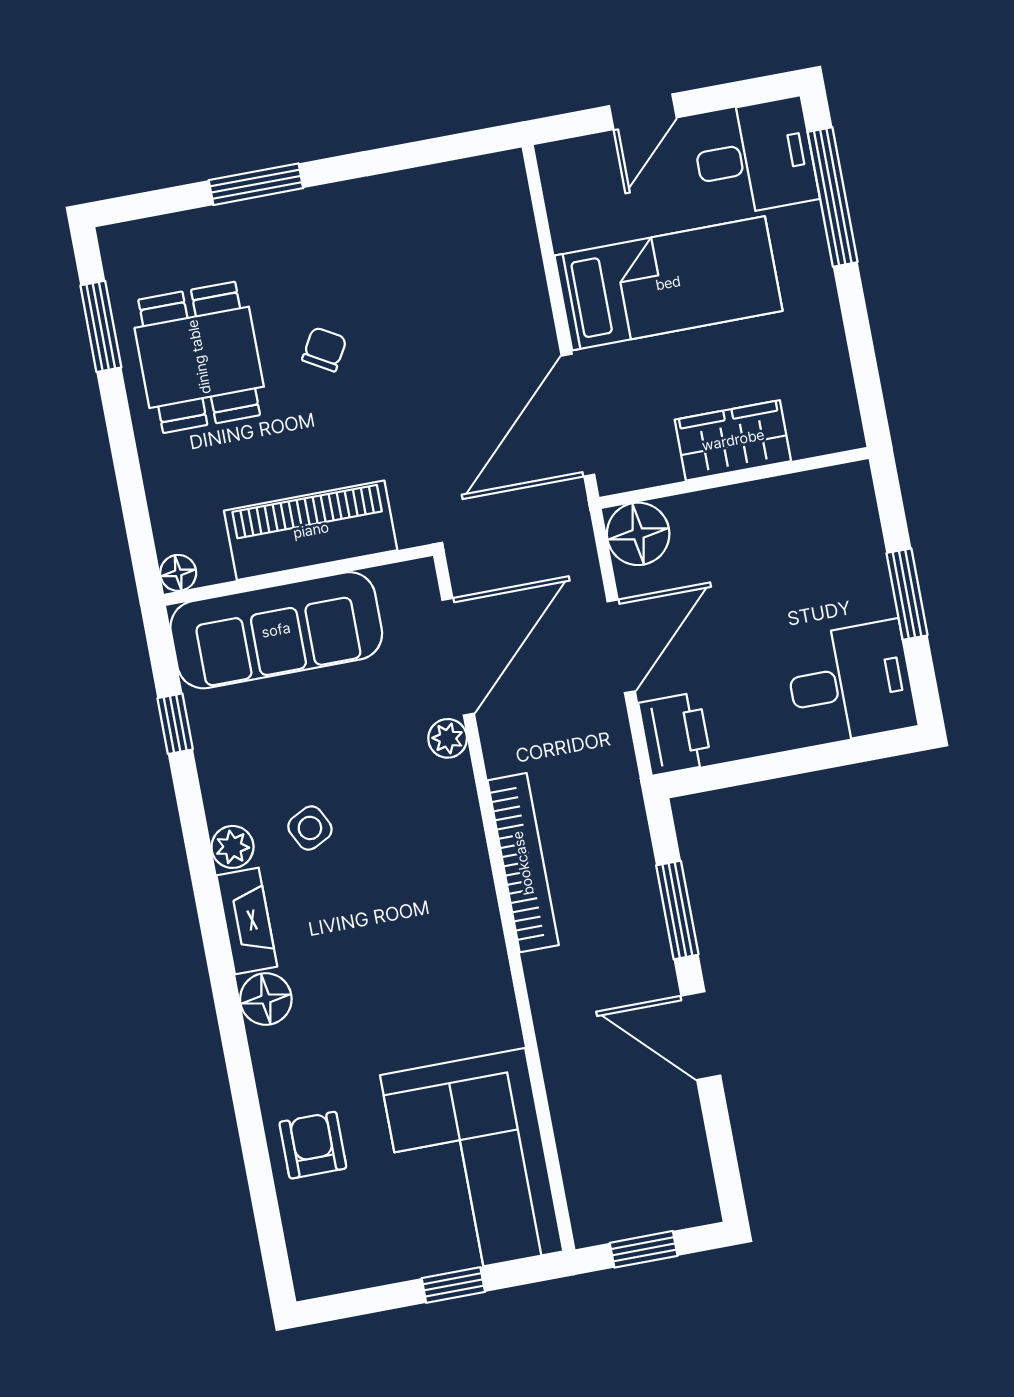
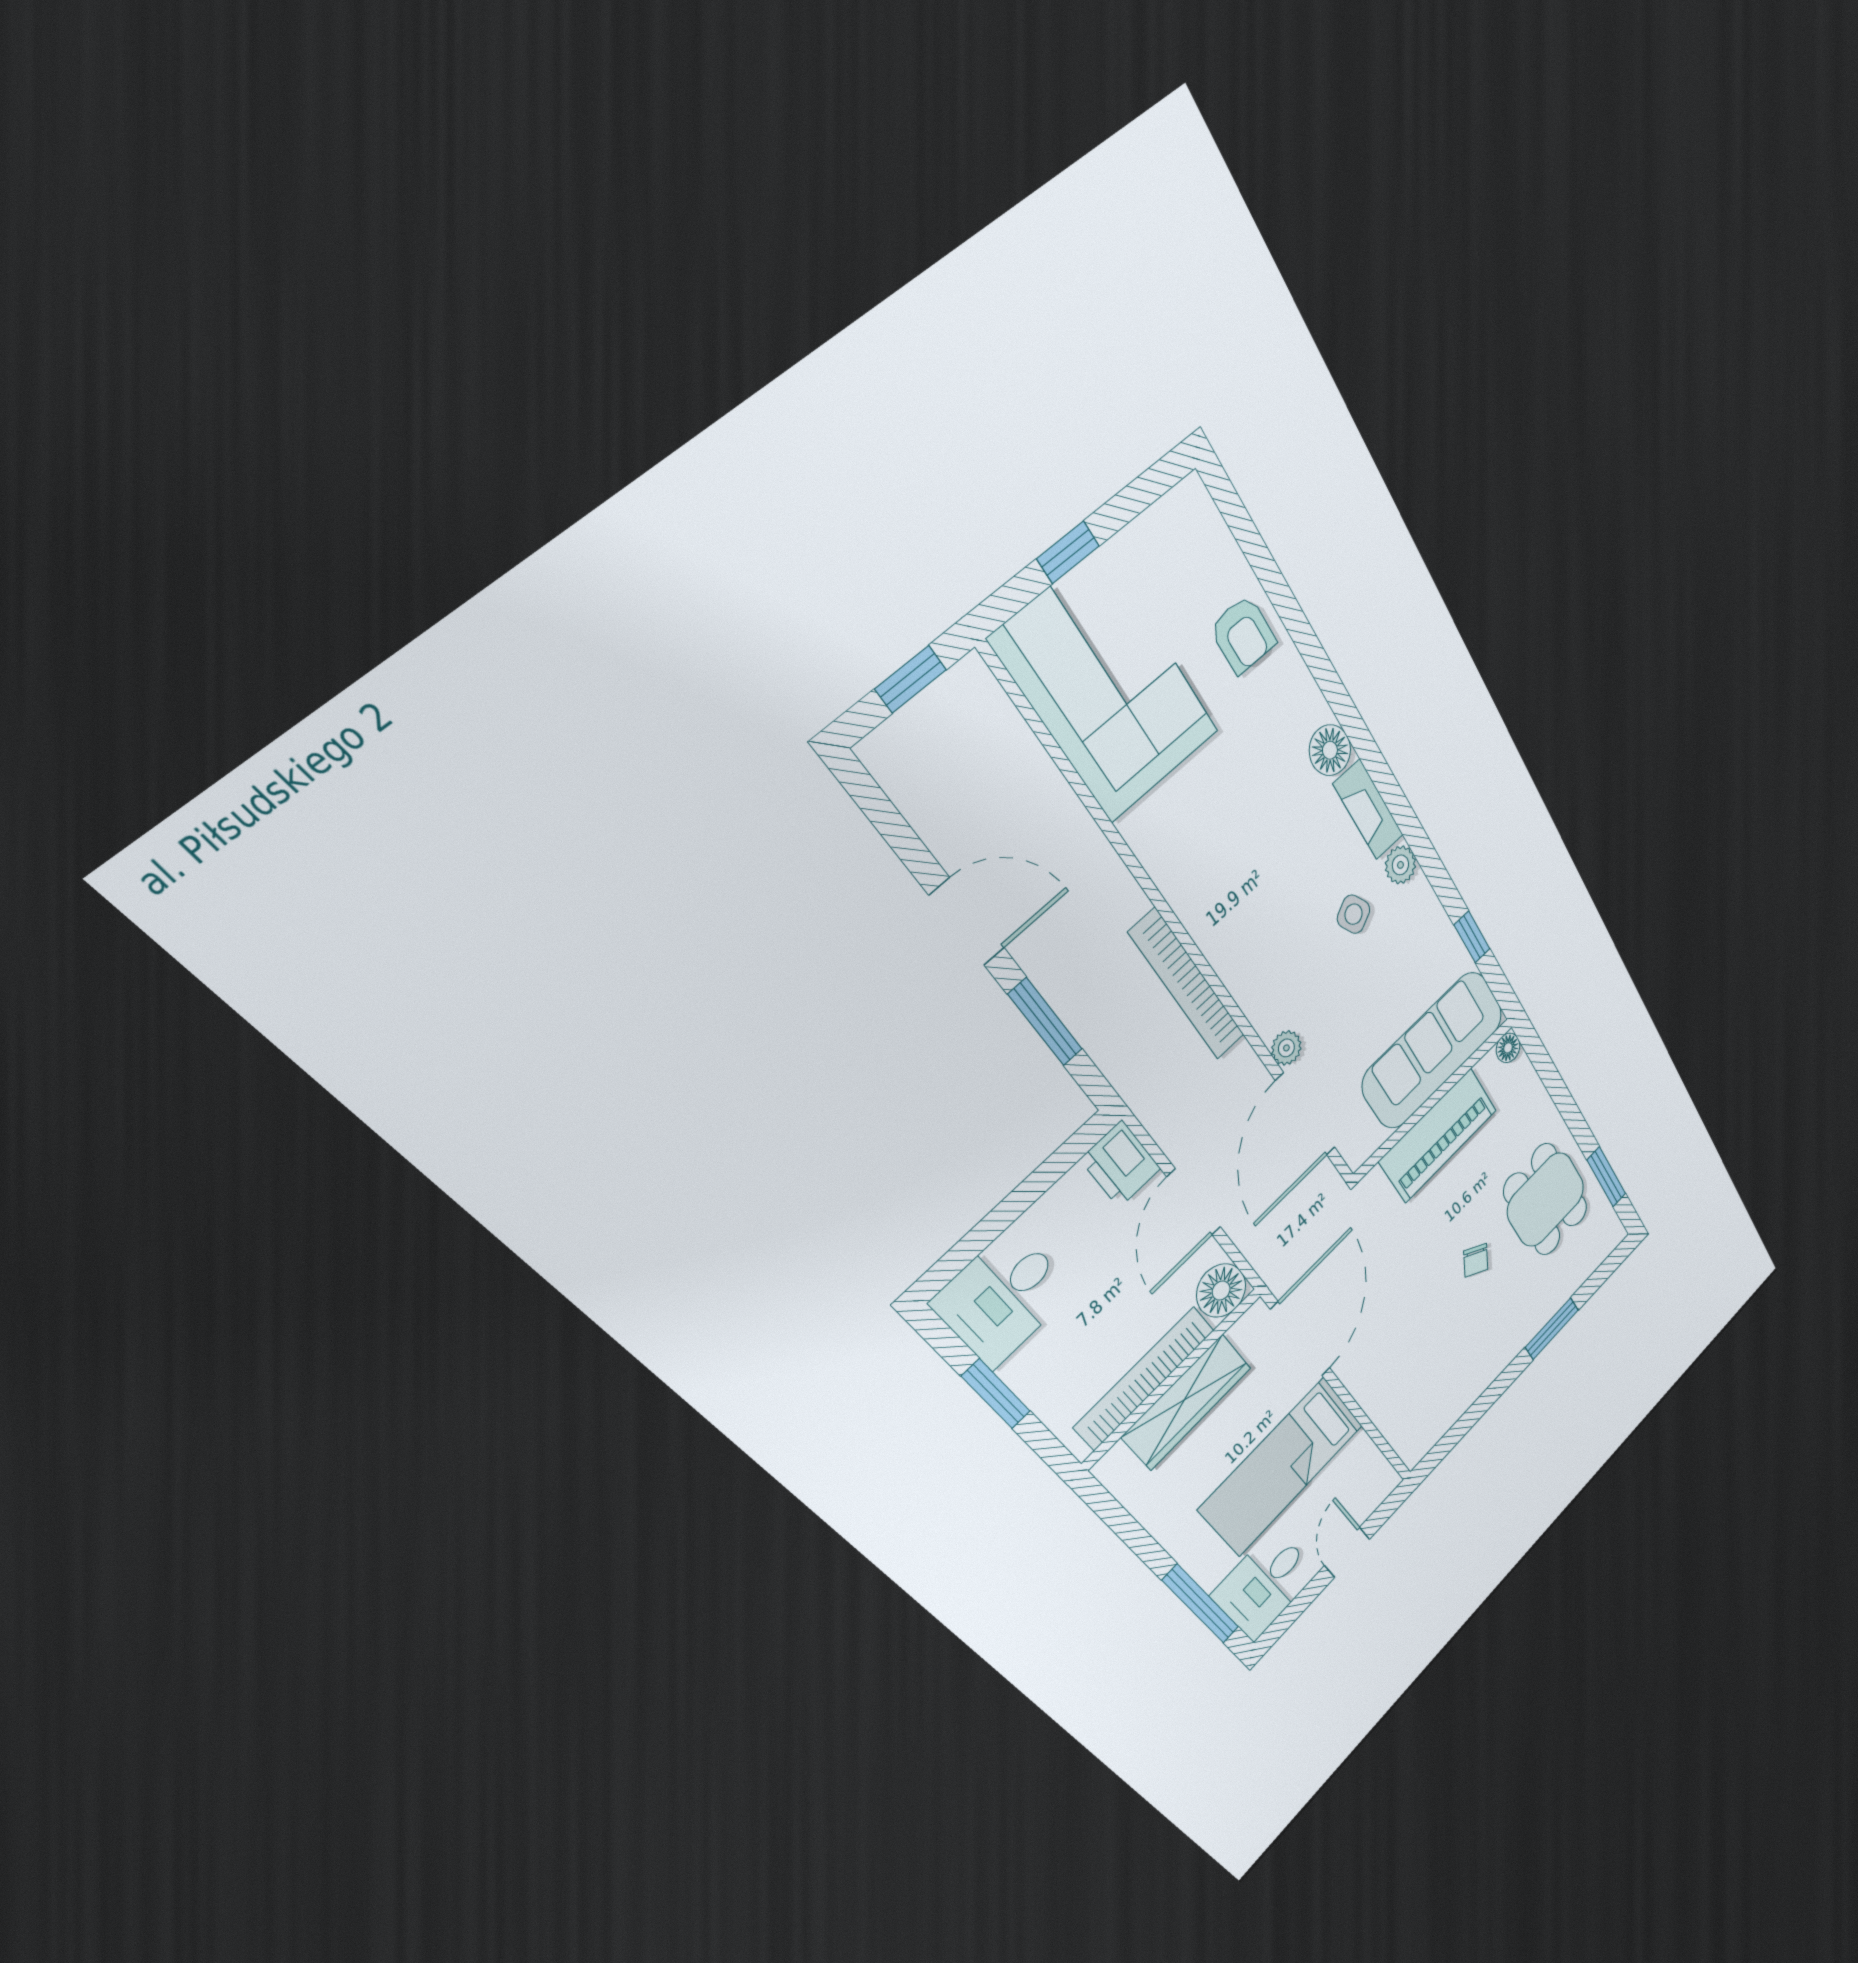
wardrobe: (733, 440) -> (1187, 1402), width x1.50
bookcase: (762, 500) -> (1144, 1378), added

